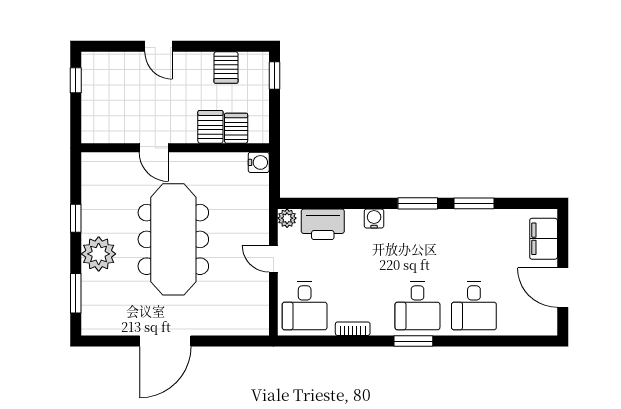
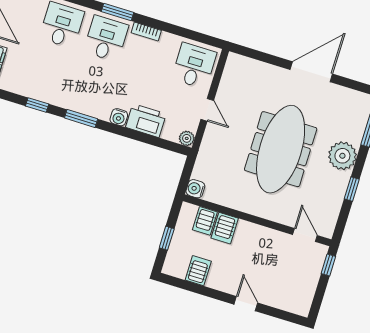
window: (274, 75) -> (167, 238), moved
window: (76, 80) -> (328, 265), moved
door: (154, 148) -> (305, 235), moved
window: (474, 203) -> (37, 105), width x0.67
printer: (323, 224) -> (146, 121), moved
bookcase: (353, 329) -> (146, 32), moved

